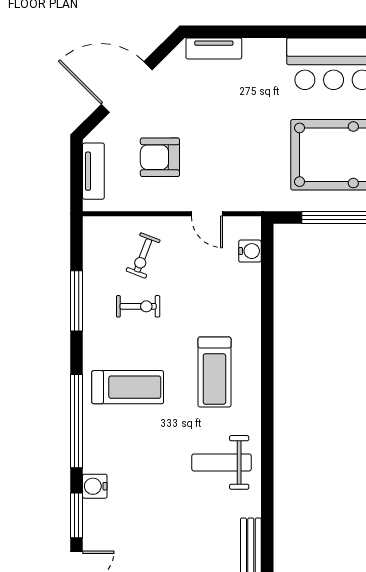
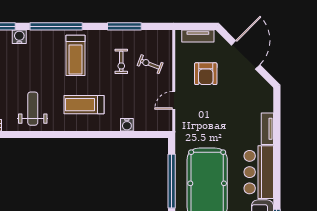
tv unit: (214, 48) -> (267, 129), moved
armchair: (160, 157) -> (206, 74), turned 180
water cooler: (250, 251) -> (127, 125), moved

